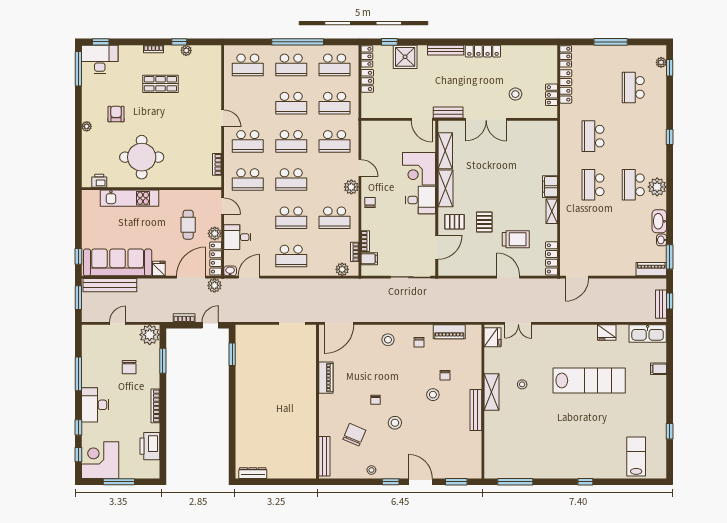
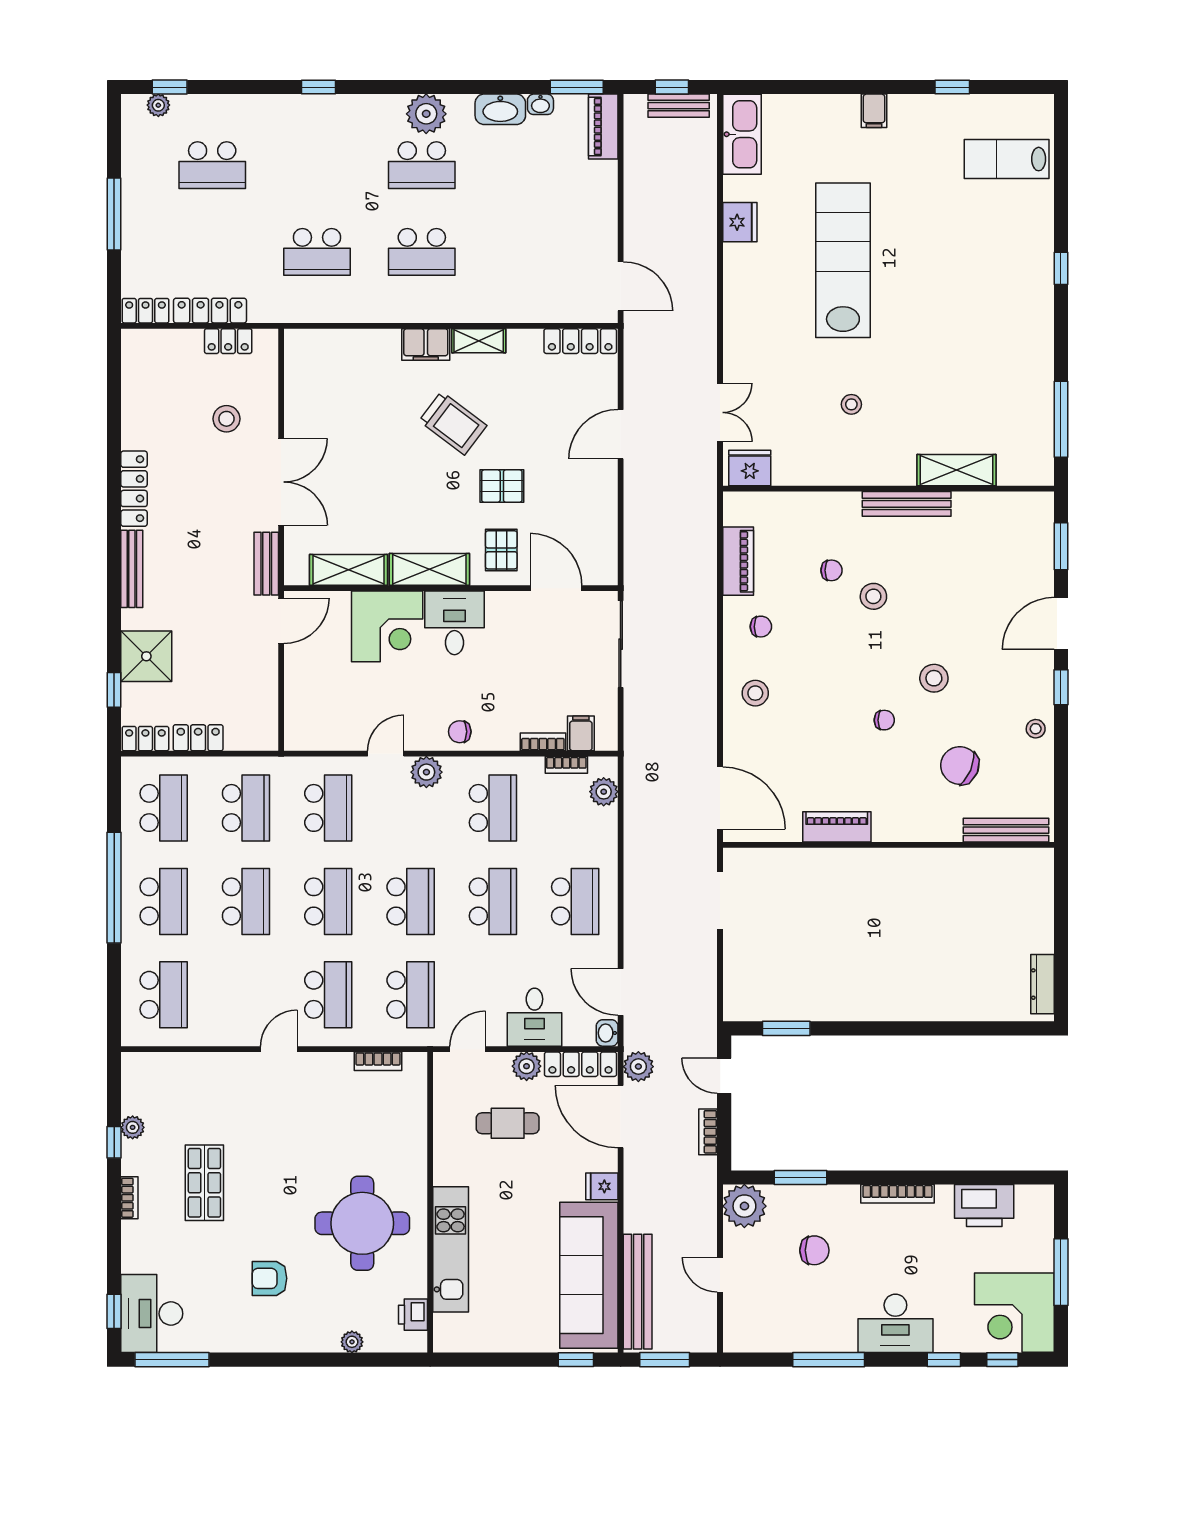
plant: (87, 126) -> (352, 1342), moved
trolley: (516, 239) -> (453, 423), moved, turned 127
filing cabinet: (659, 369) -> (874, 111), moved
shelving: (492, 392) -> (957, 470), moved

